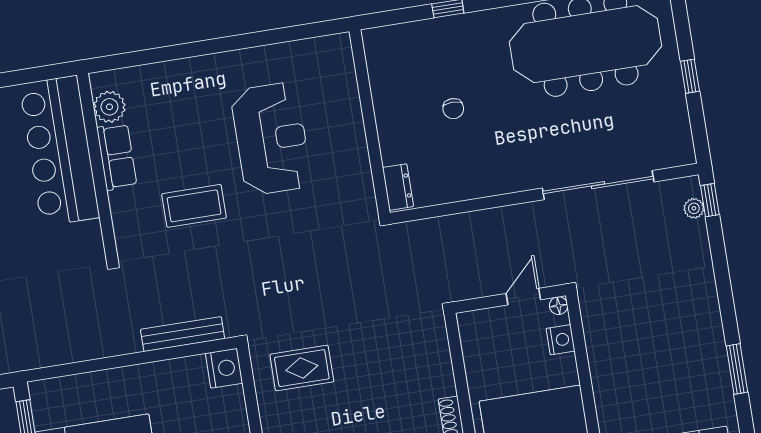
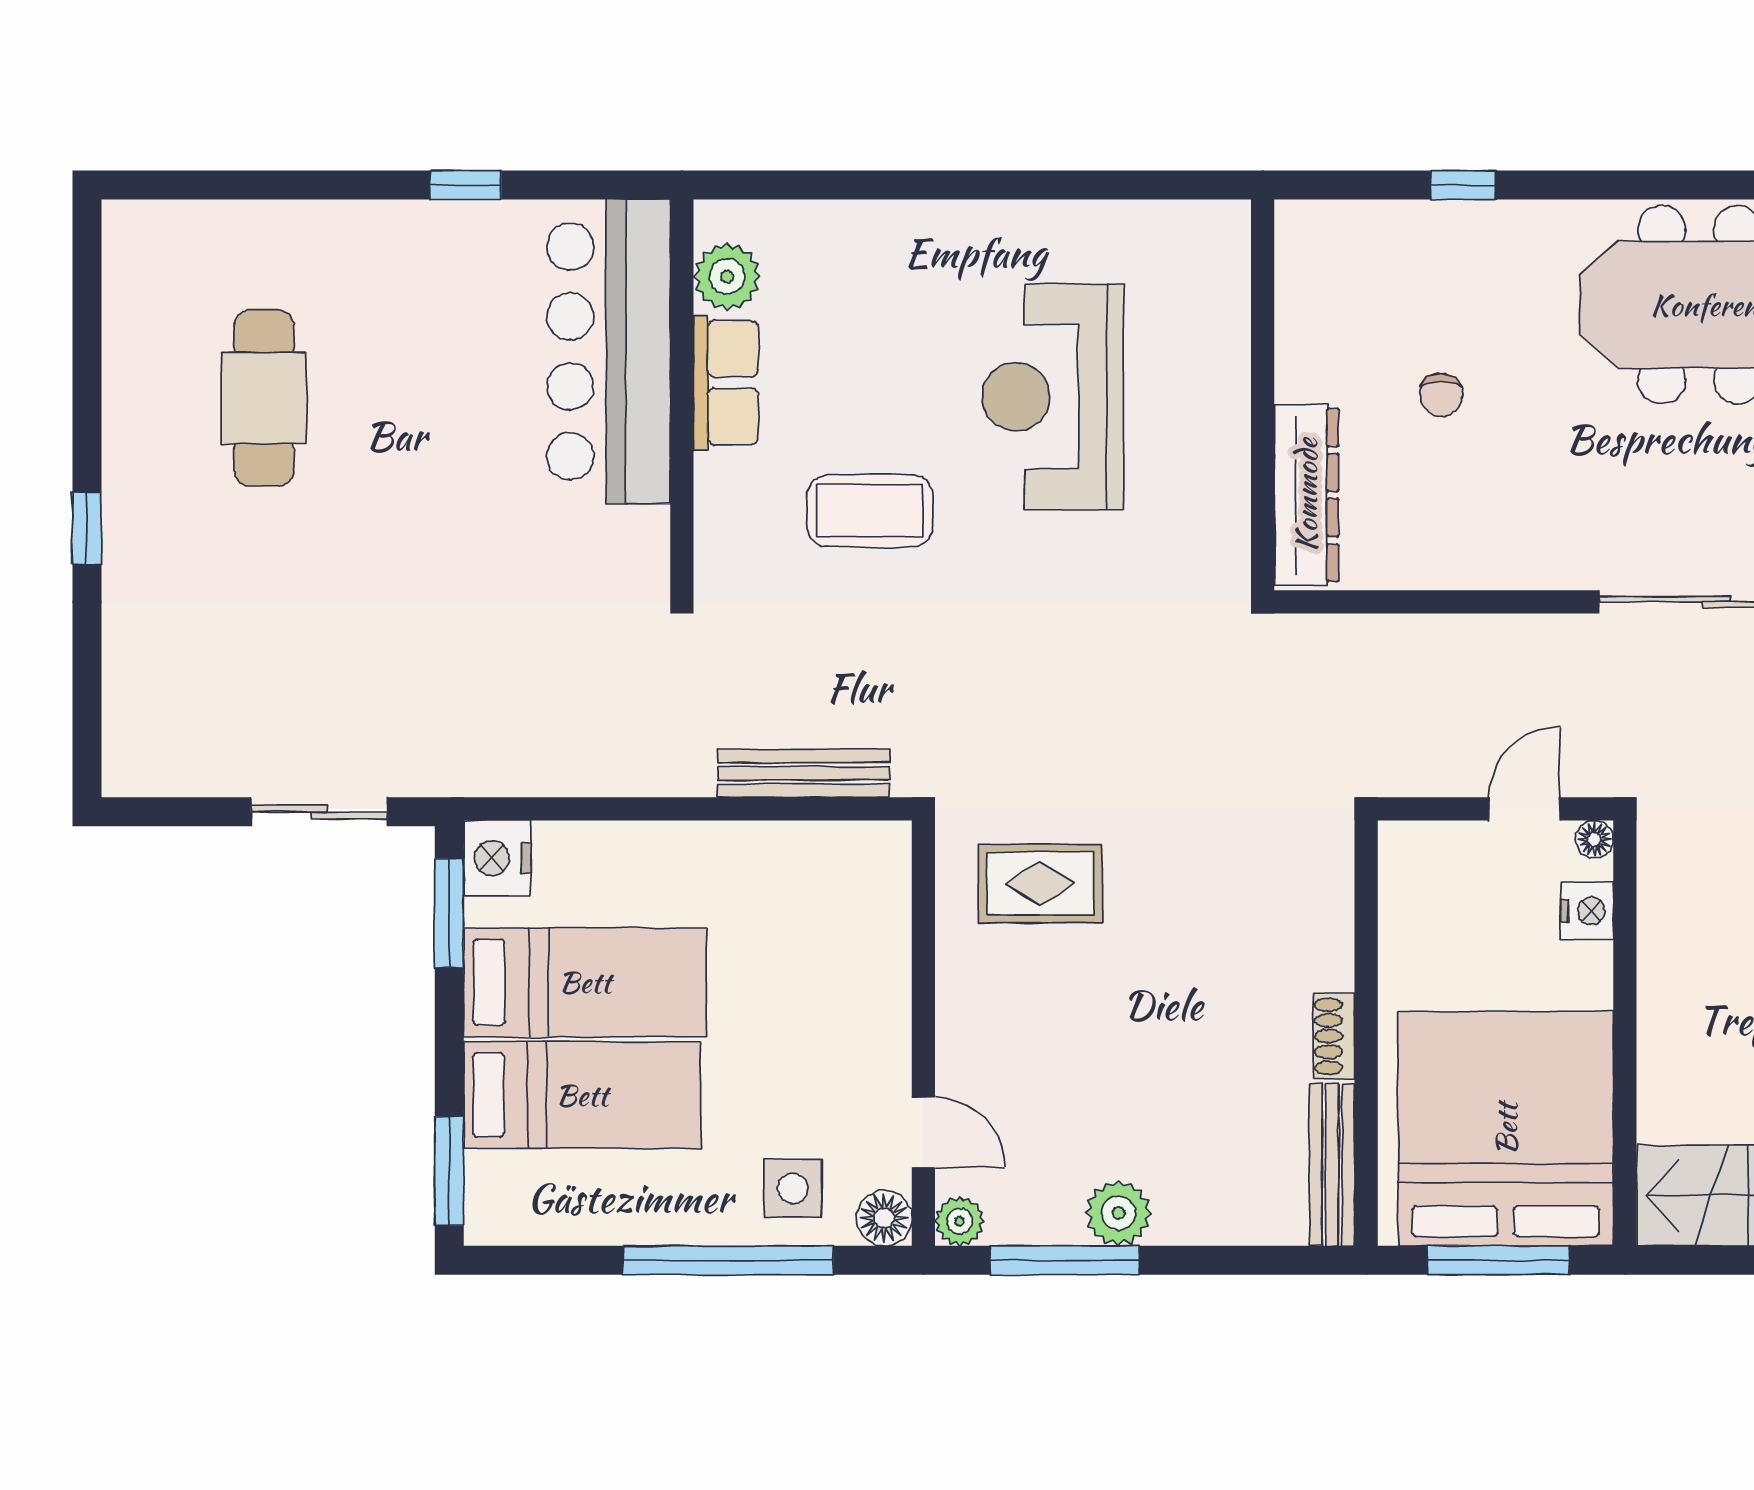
reception desk: (271, 139) -> (1053, 397), turned 180
dresser: (398, 187) -> (1306, 495), width x1.96, depth x1.24
nightstand: (224, 368) -> (497, 858), moved, turned 180

